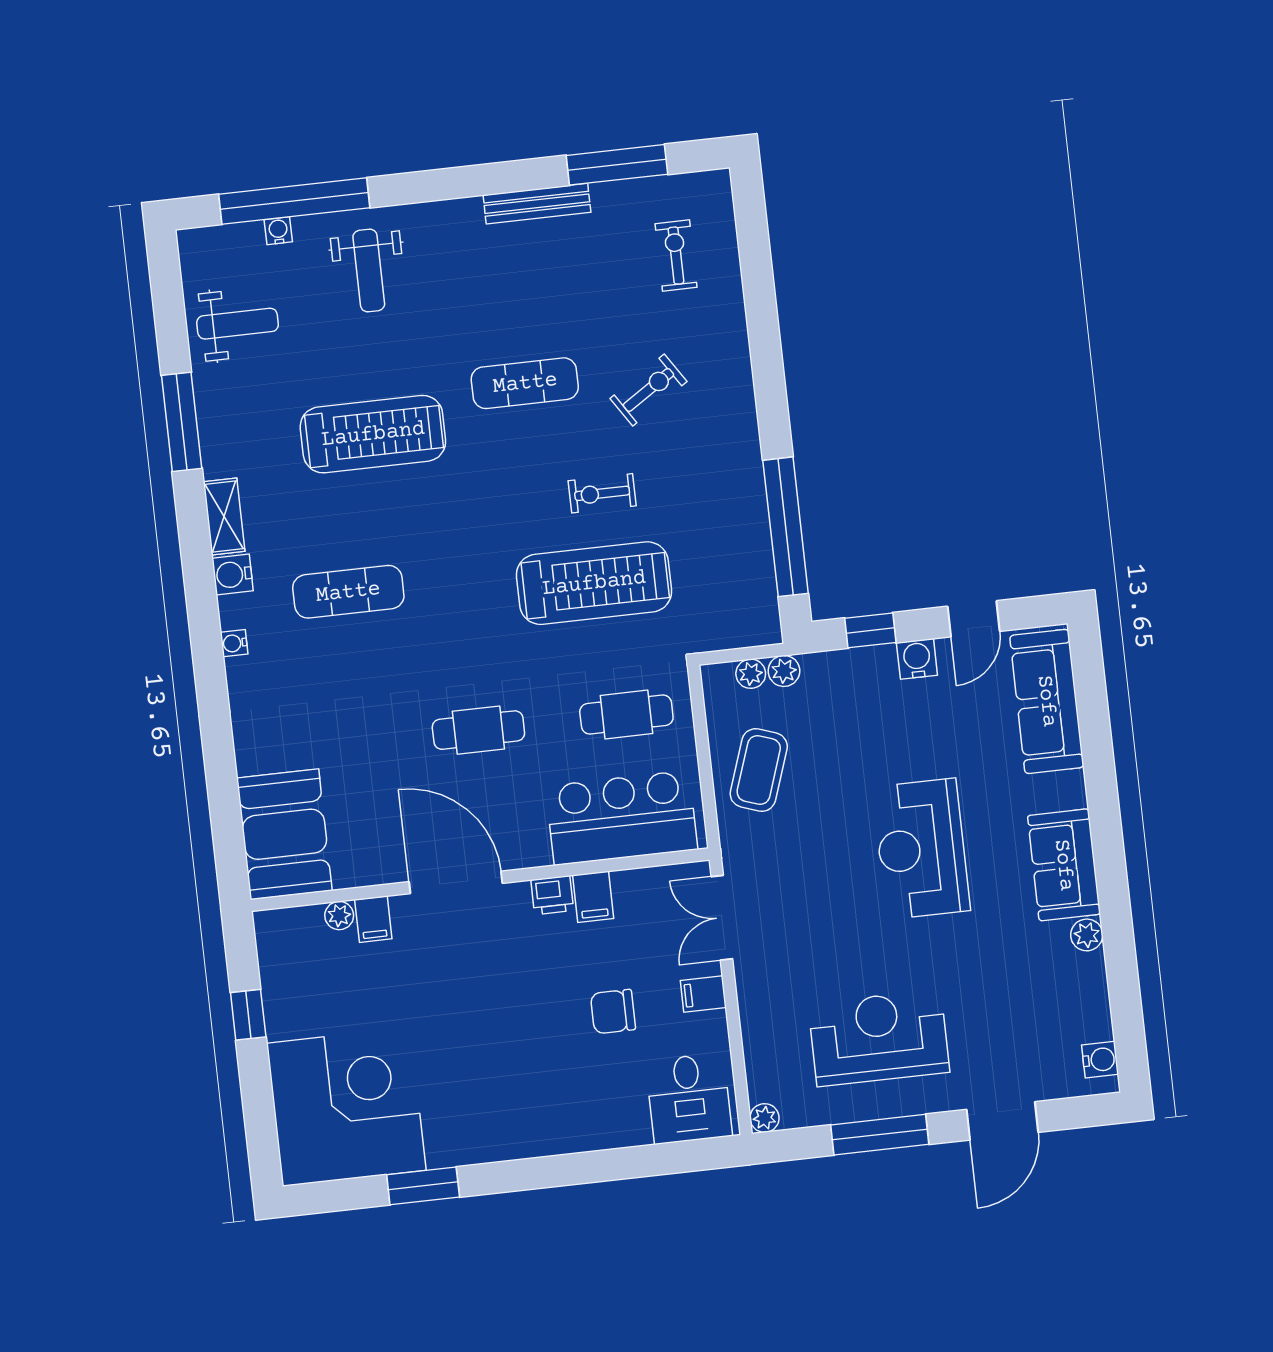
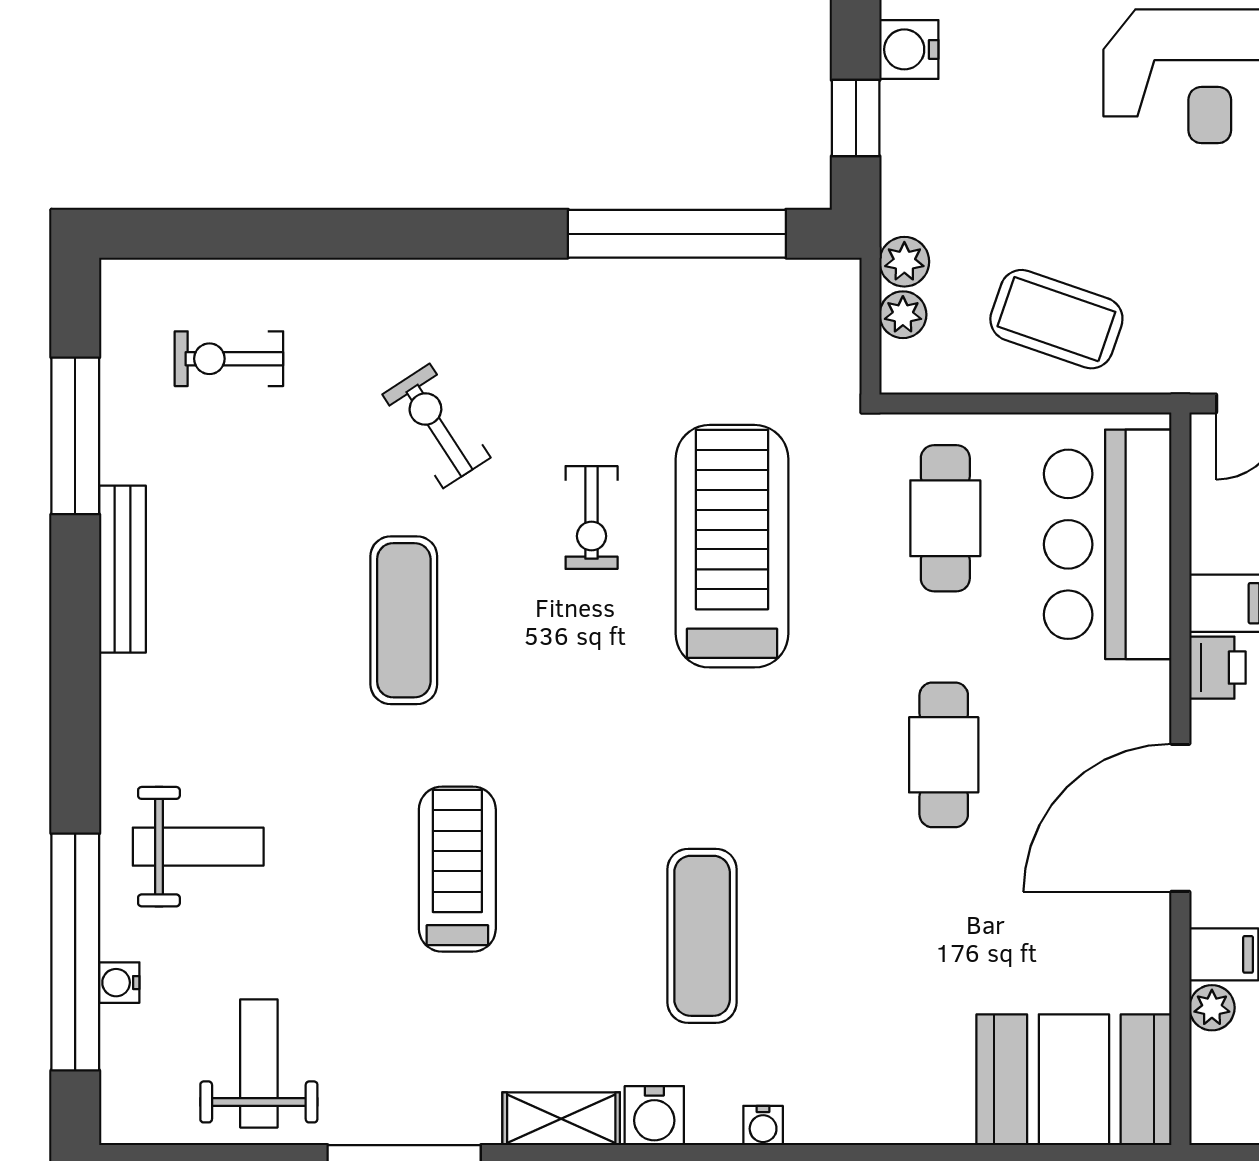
treadmill: (373, 434) -> (457, 869), width x0.73, depth x0.73

